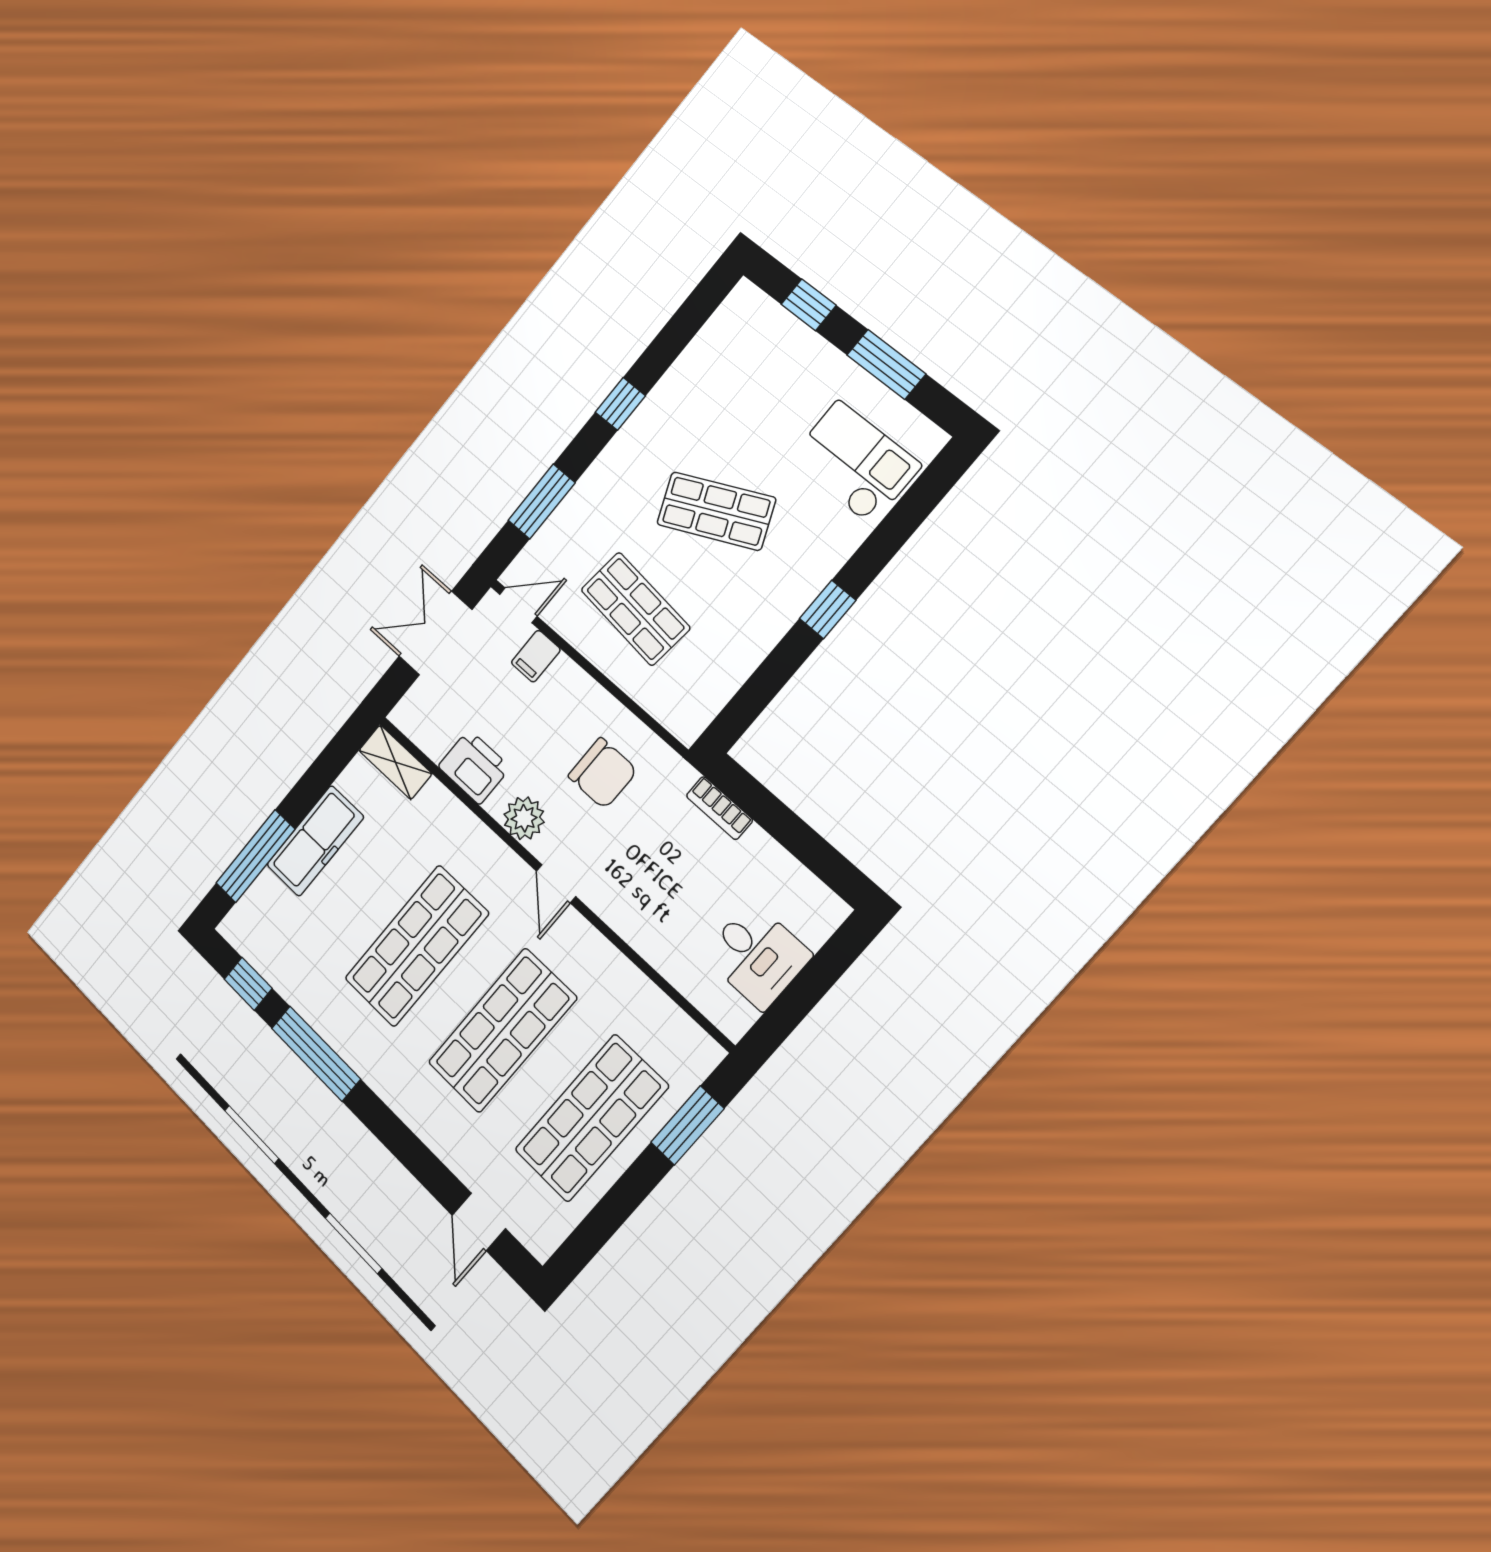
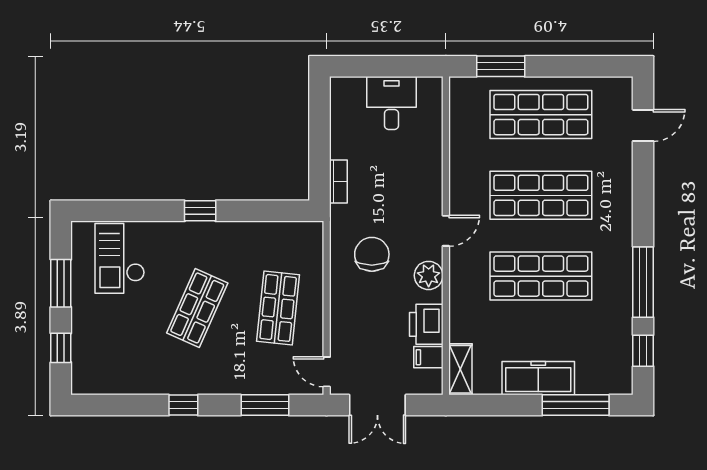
shop shelf: (716, 511) -> (197, 308), turned 48
filing cabinet: (536, 656) -> (428, 357), moved, turned 180

